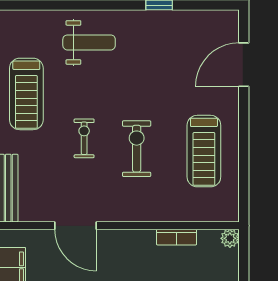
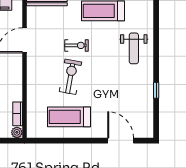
exercise bike: (137, 149) -> (70, 77), turned -80
bookcase: (177, 237) -> (18, 114), moved

